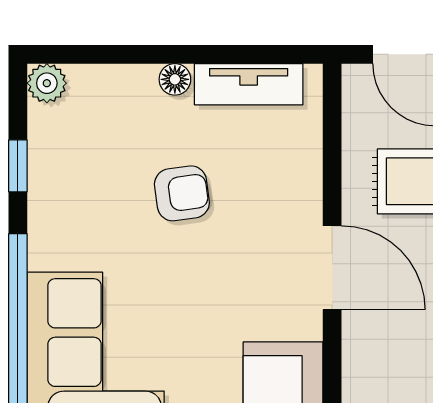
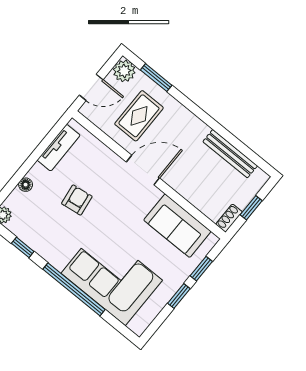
floor lamp: (175, 79) -> (26, 185), moved

